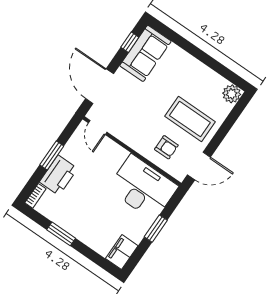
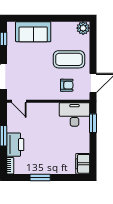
sofa: (145, 53) -> (33, 32), moved, turned 90
desk: (143, 188) -> (74, 114), width x0.73, depth x0.77
window: (156, 229) -> (93, 123), moved

